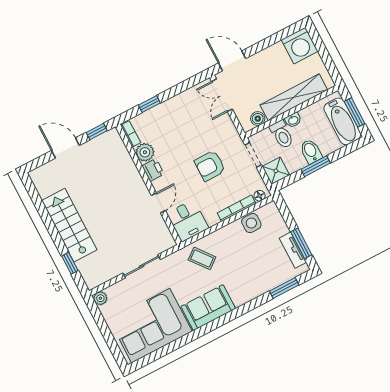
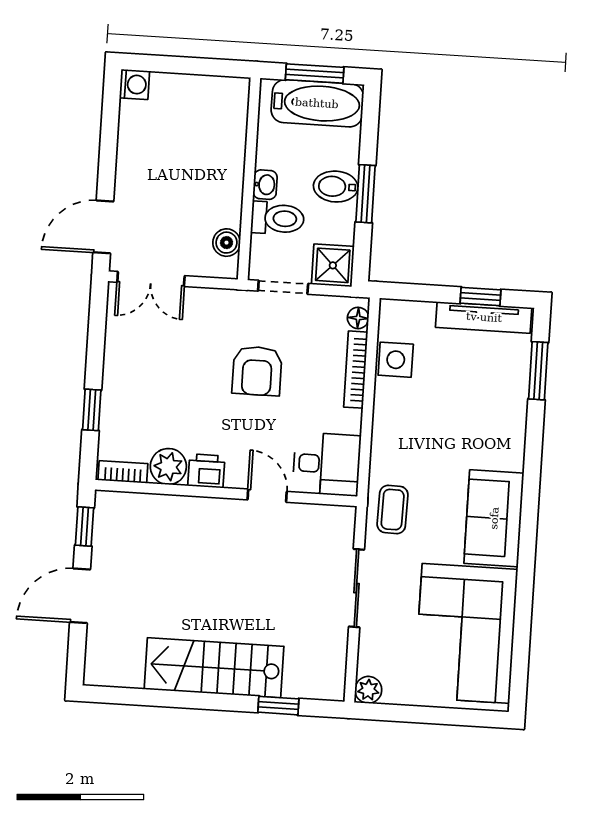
washing machine: (300, 46) -> (134, 84), width x0.53, depth x0.53
shelving: (294, 97) -> (227, 160), removed
window: (301, 243) -> (480, 296), width x0.67
tv unit: (293, 250) -> (484, 317), width x1.41
coffee table: (202, 258) -> (393, 510), moved, turned -51

